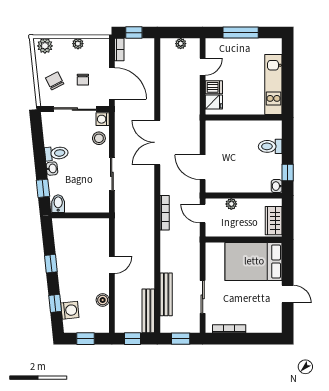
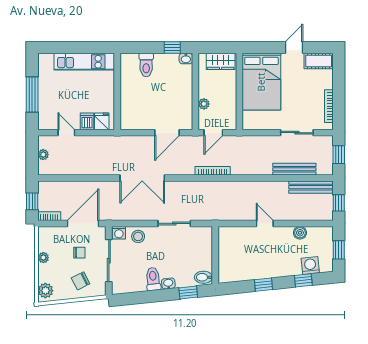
cot: (274, 319) -> (319, 61), added

